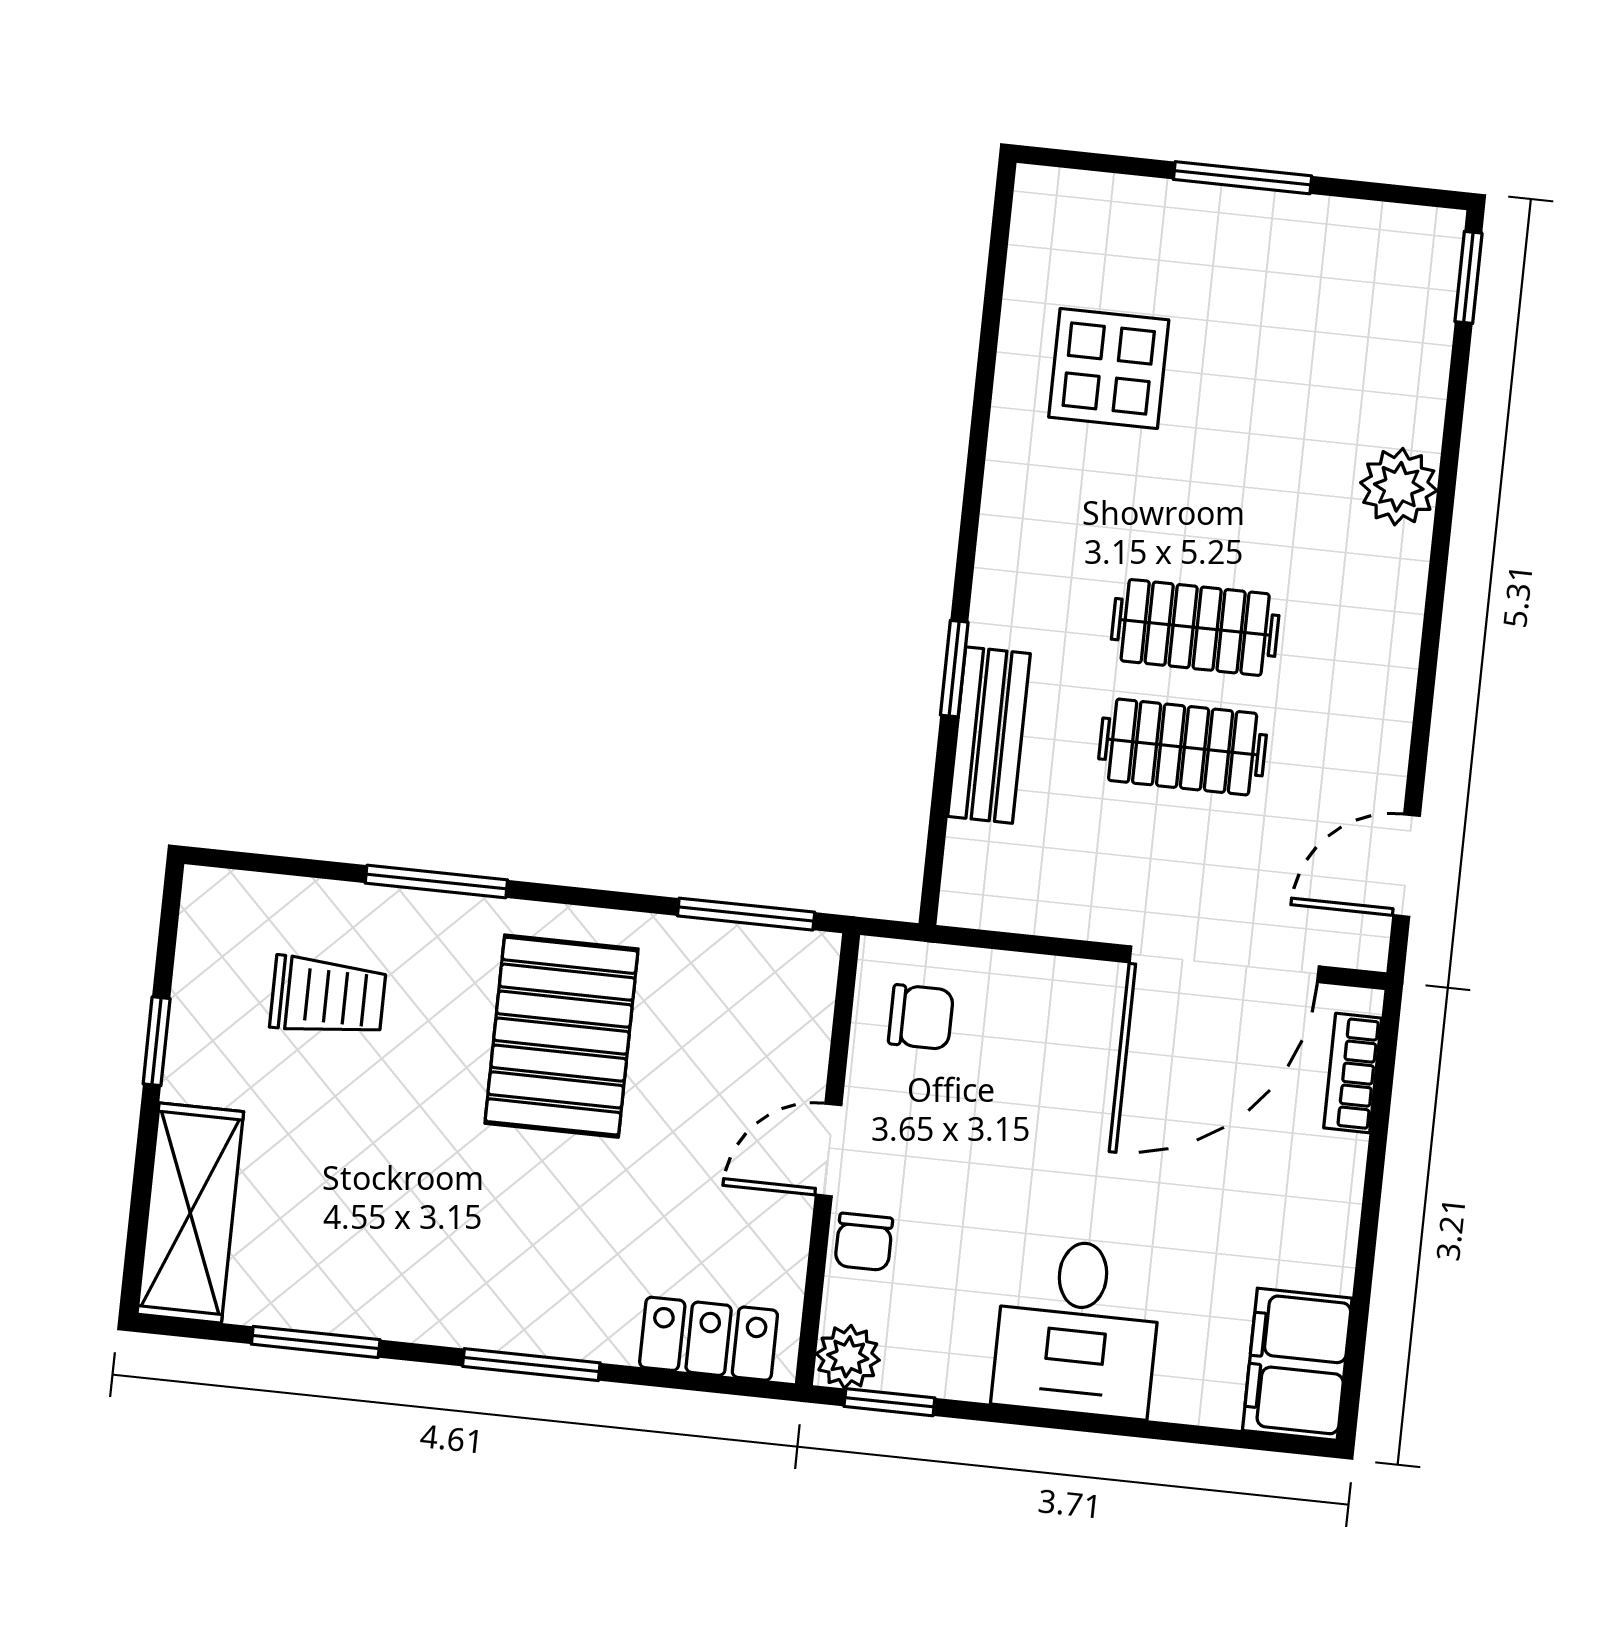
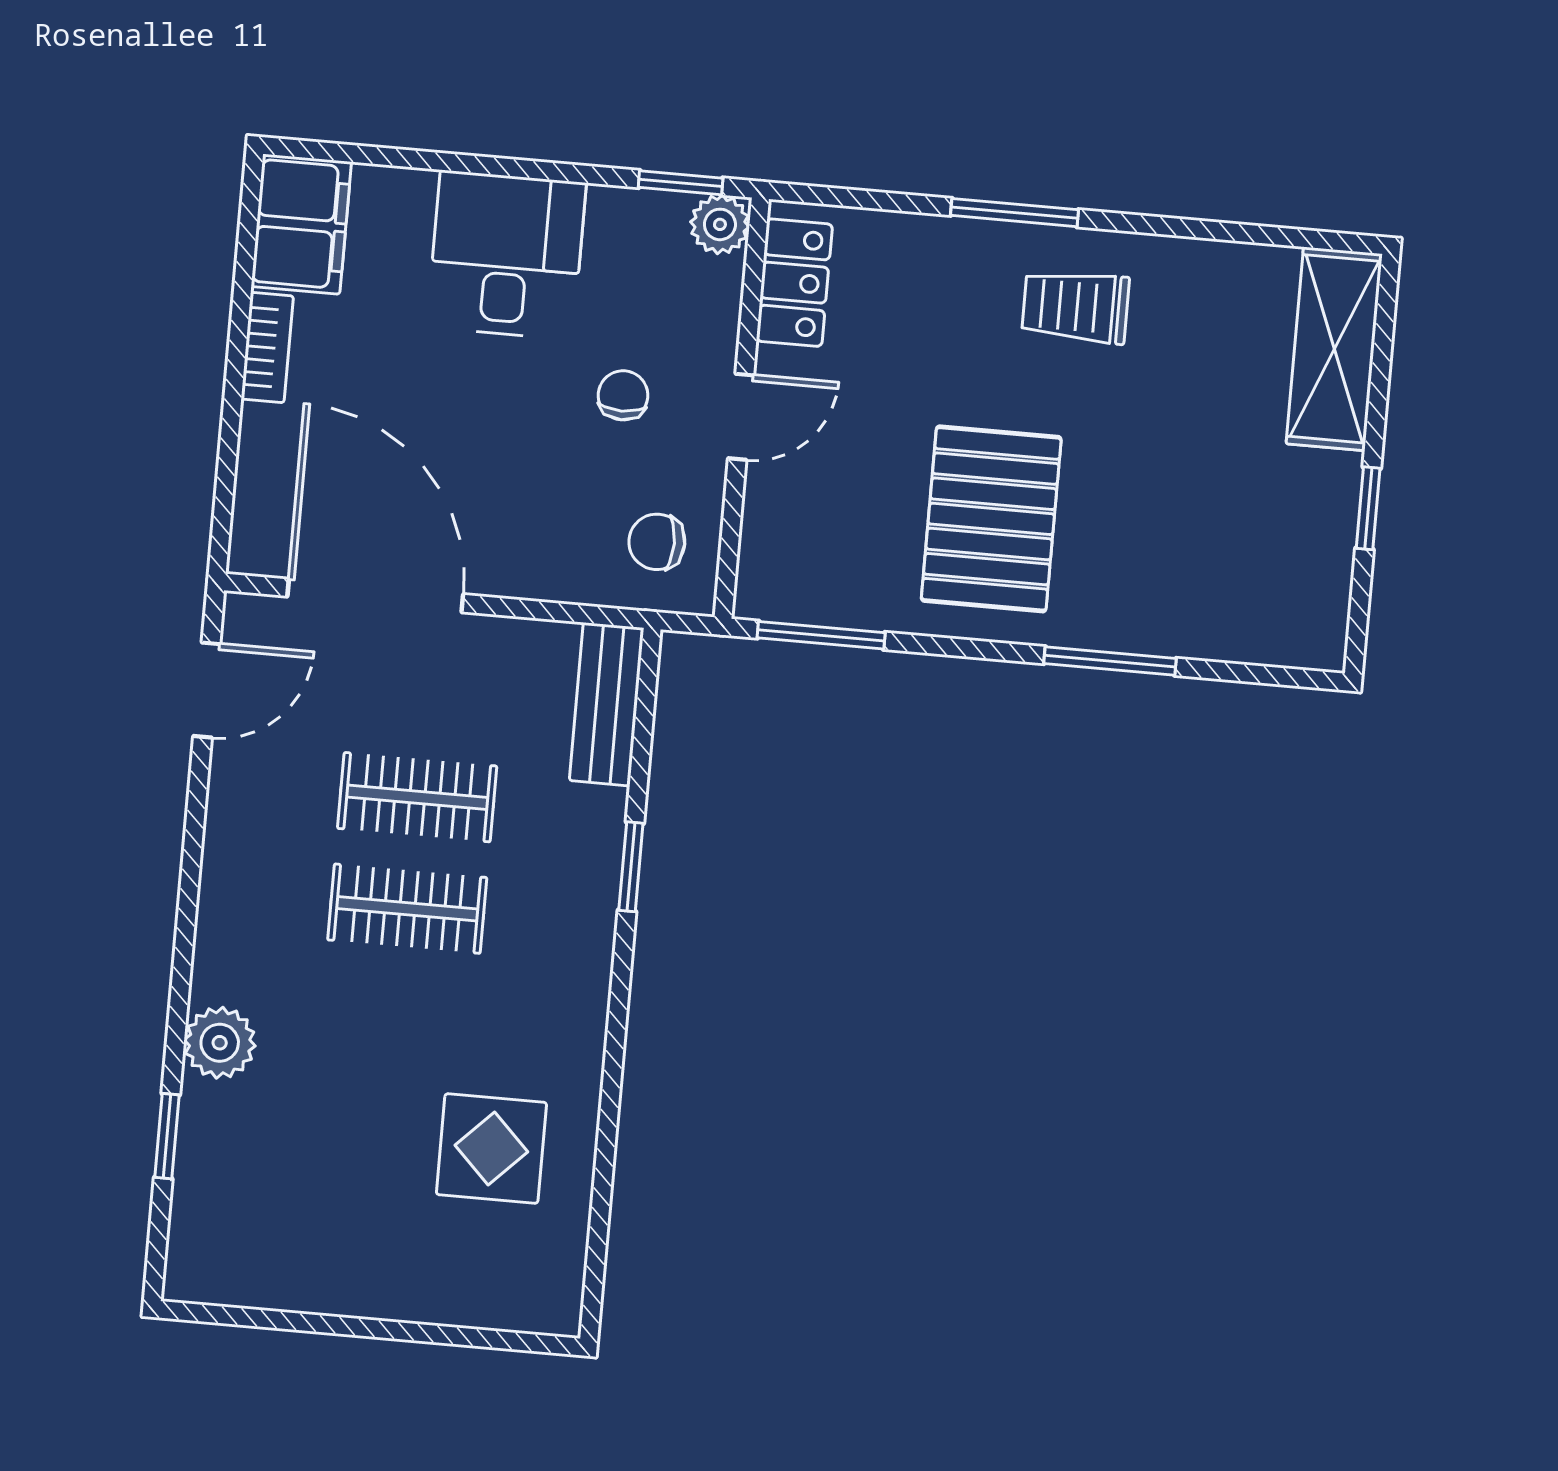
window: (1243, 178) -> (370, 1328), removed
window: (1468, 277) -> (167, 1136), moved
bench: (989, 735) -> (607, 704), moved
door: (1224, 964) -> (375, 595), hinge flipped
trolley: (328, 997) -> (1075, 307), moved
bookcase: (1353, 1073) -> (267, 348), moved
chair: (864, 1242) -> (623, 395), moved
locker: (709, 1339) -> (794, 283), moved, turned -90
window: (316, 1342) -> (1216, 231), removed

